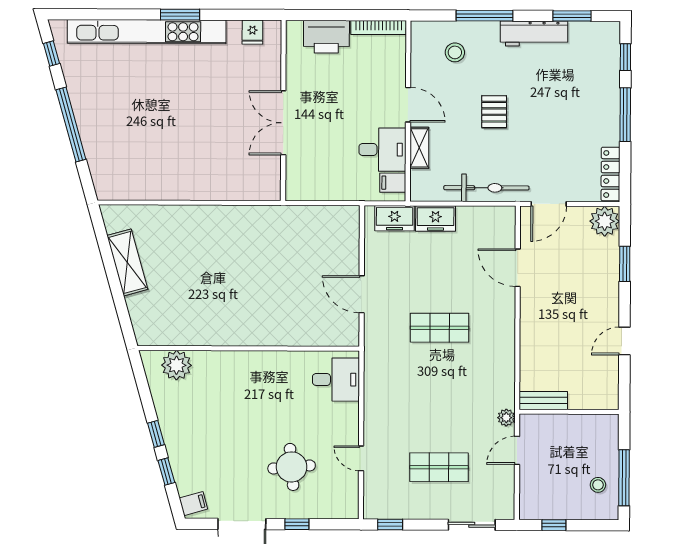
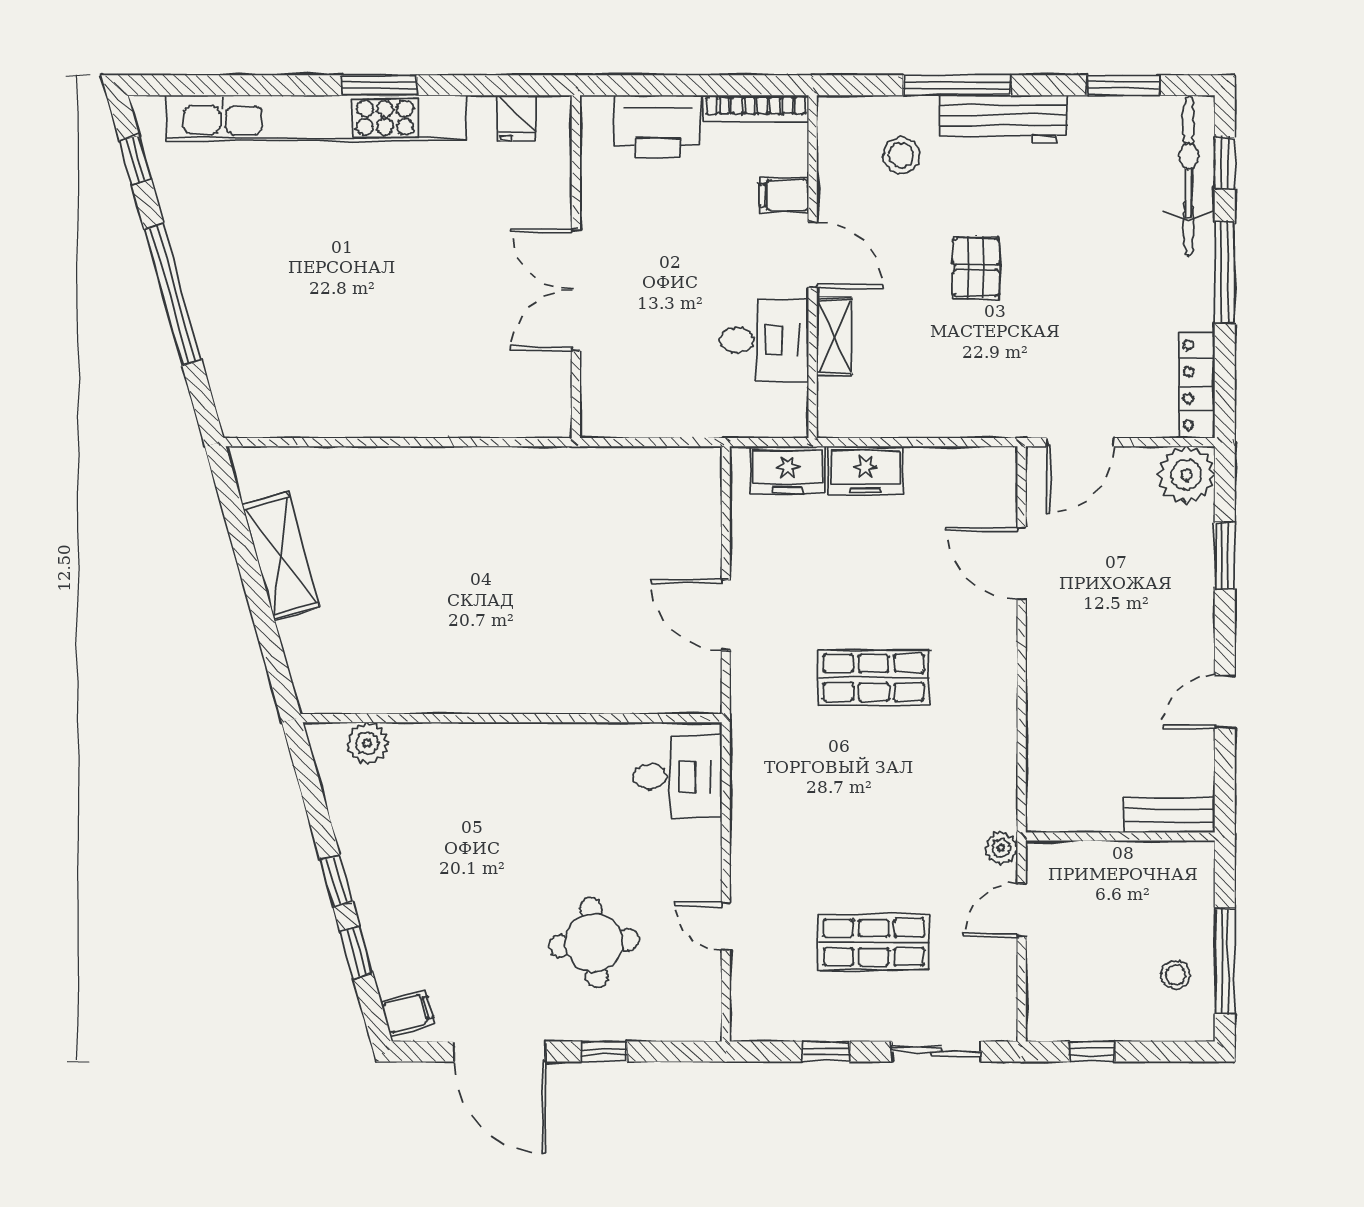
workbench: (534, 34) -> (1003, 119), moved
filing cabinet: (393, 183) -> (784, 195), moved
bicycle: (486, 188) -> (1189, 176), moved, turned -90
plant: (177, 365) -> (367, 743), width x0.73, depth x0.73
bench: (543, 401) -> (1169, 815), moved
window: (390, 525) -> (826, 1051), moved

